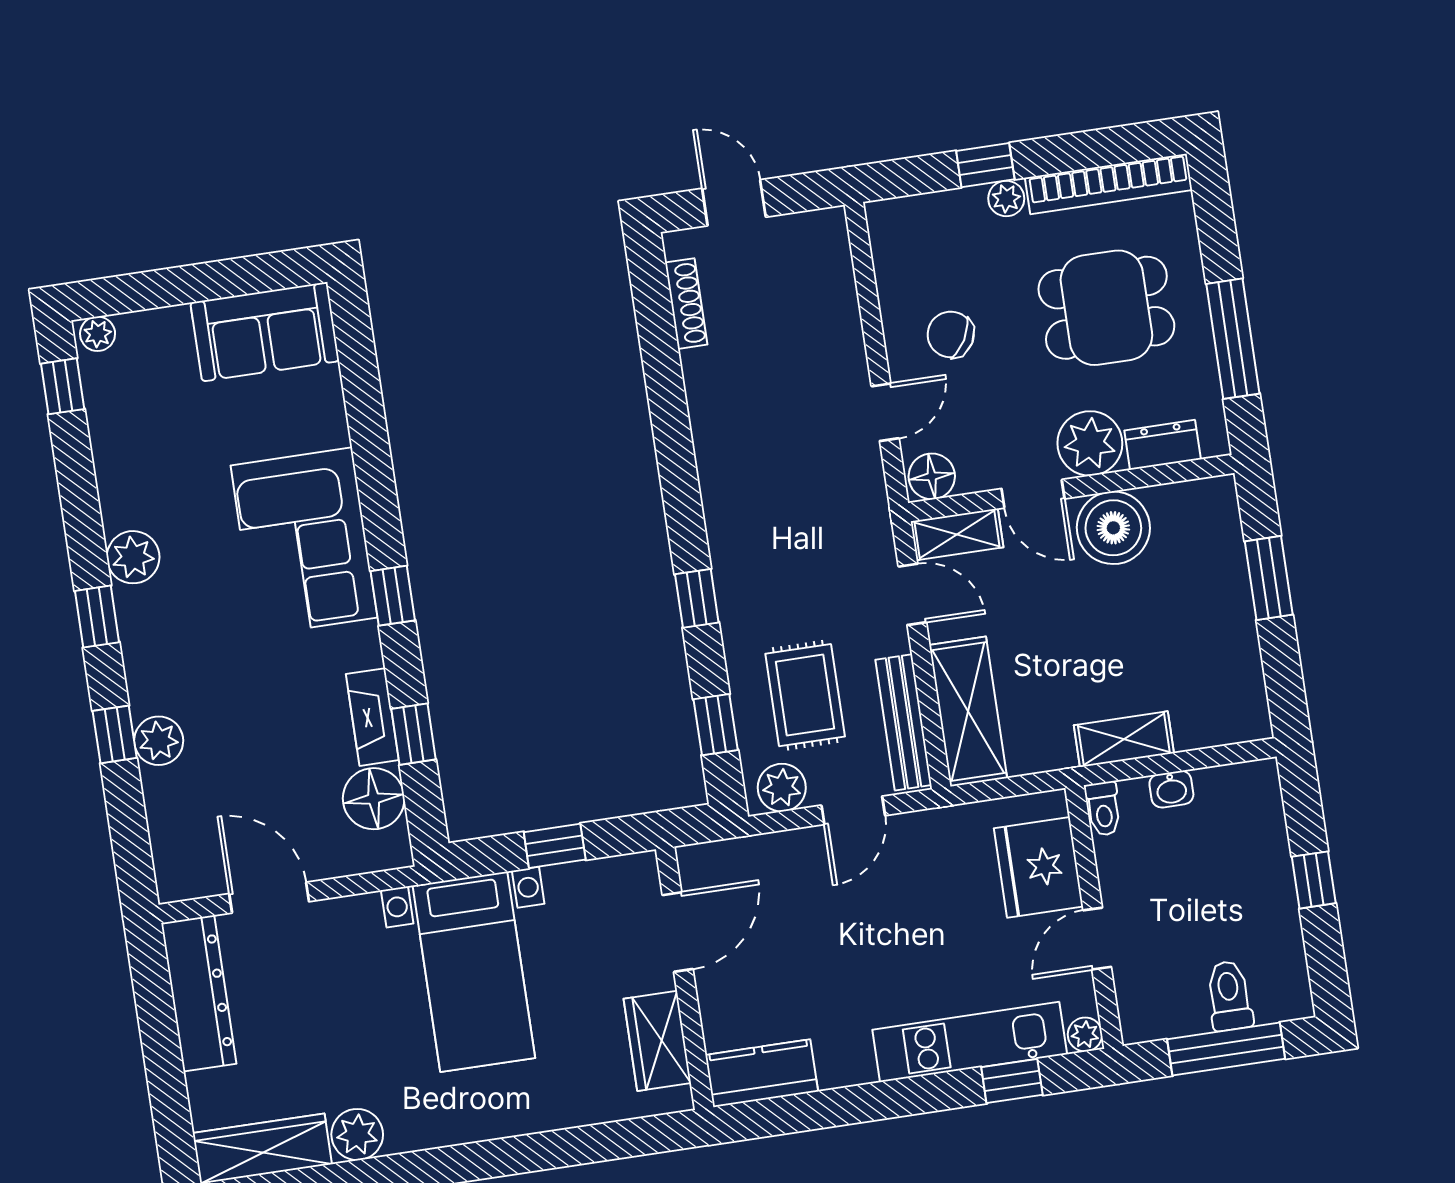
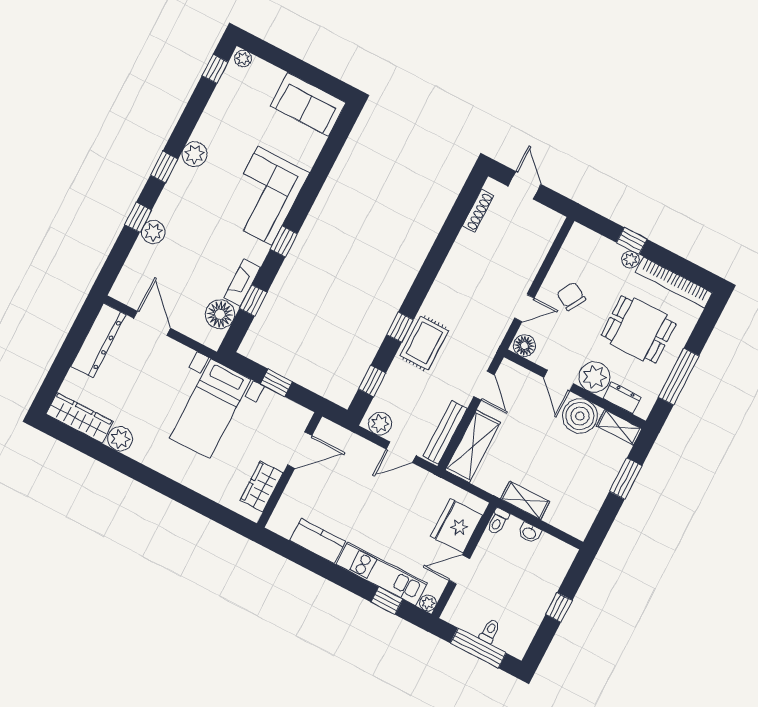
shelving: (957, 534) -> (619, 427), moved
rug: (805, 695) -> (424, 343), moved
toilet: (1229, 996) -> (490, 631), width x0.73, depth x0.72
kitchen counter: (762, 1073) -> (318, 541), moved

